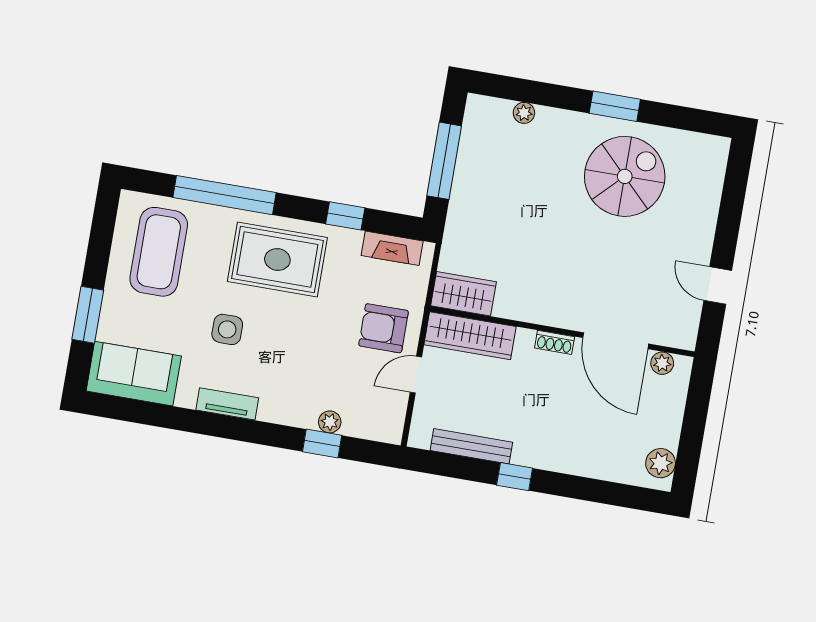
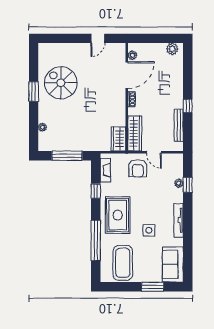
coffee table: (159, 252) -> (123, 263), turned 90
tv unit: (227, 404) -> (178, 220), width x1.41

